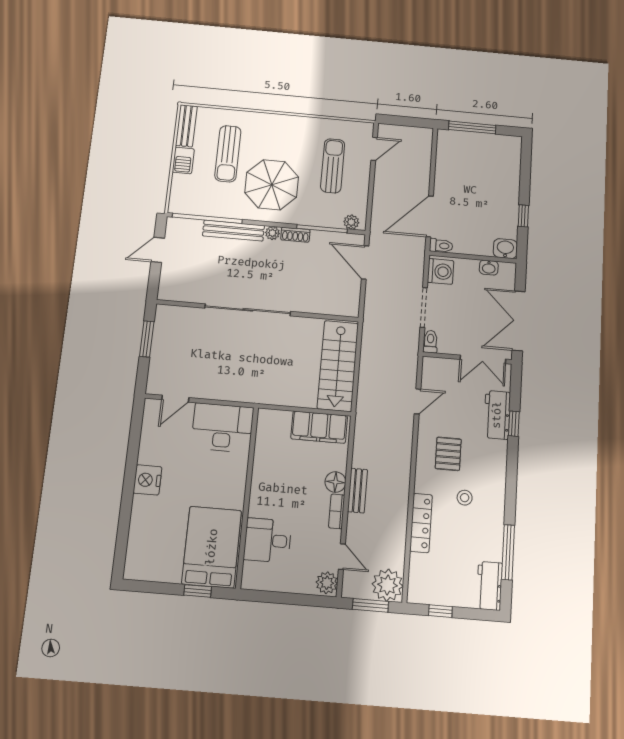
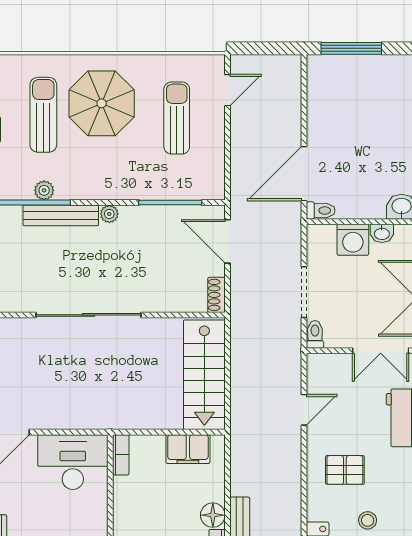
sun lounger: (228, 154) -> (43, 115), turned 180
parasol: (272, 185) -> (102, 103), moved
plant: (351, 222) -> (44, 190), moved
shoe rack: (295, 235) -> (216, 295), moved, turned 90
washing machine: (441, 271) -> (353, 240), moved, turned 90
bookcase: (263, 425) -> (121, 455), added
filing cabinet: (319, 427) -> (188, 449), width x0.67, depth x0.86
pallet: (448, 454) -> (345, 470), turned 90

